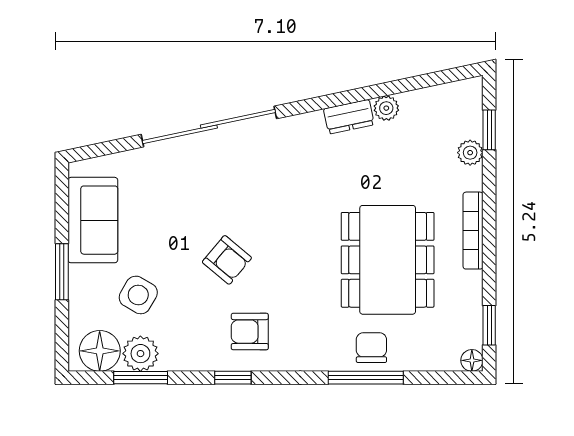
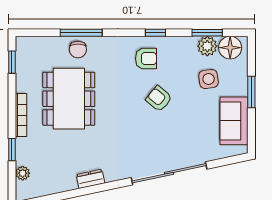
plant: (386, 108) -> (70, 184), removed
window: (489, 130) -> (12, 150), moved
plant: (470, 153) -> (23, 173), moved
side table: (138, 295) -> (209, 79), turned -38
floor lamp: (472, 360) -> (22, 42), removed

